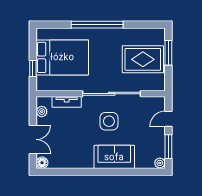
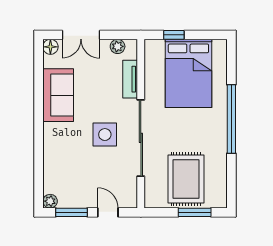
sofa: (114, 157) -> (58, 95), moved

